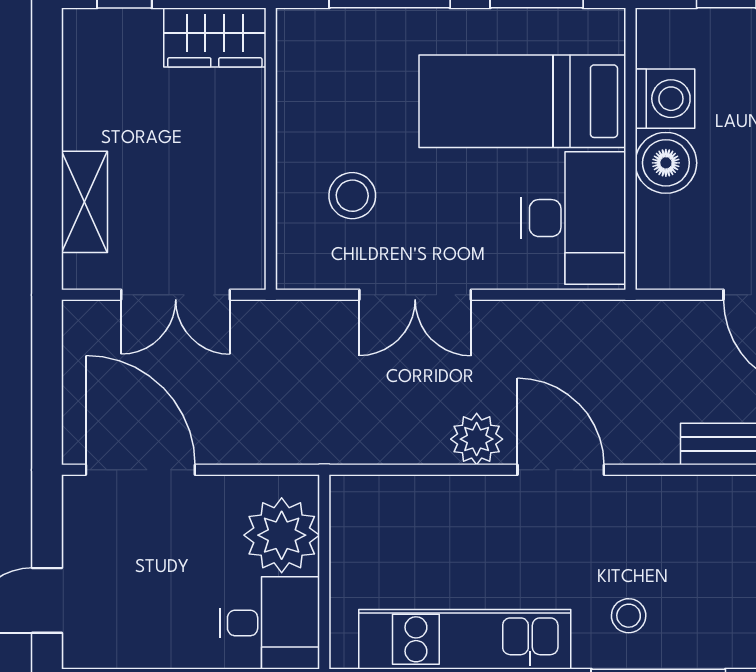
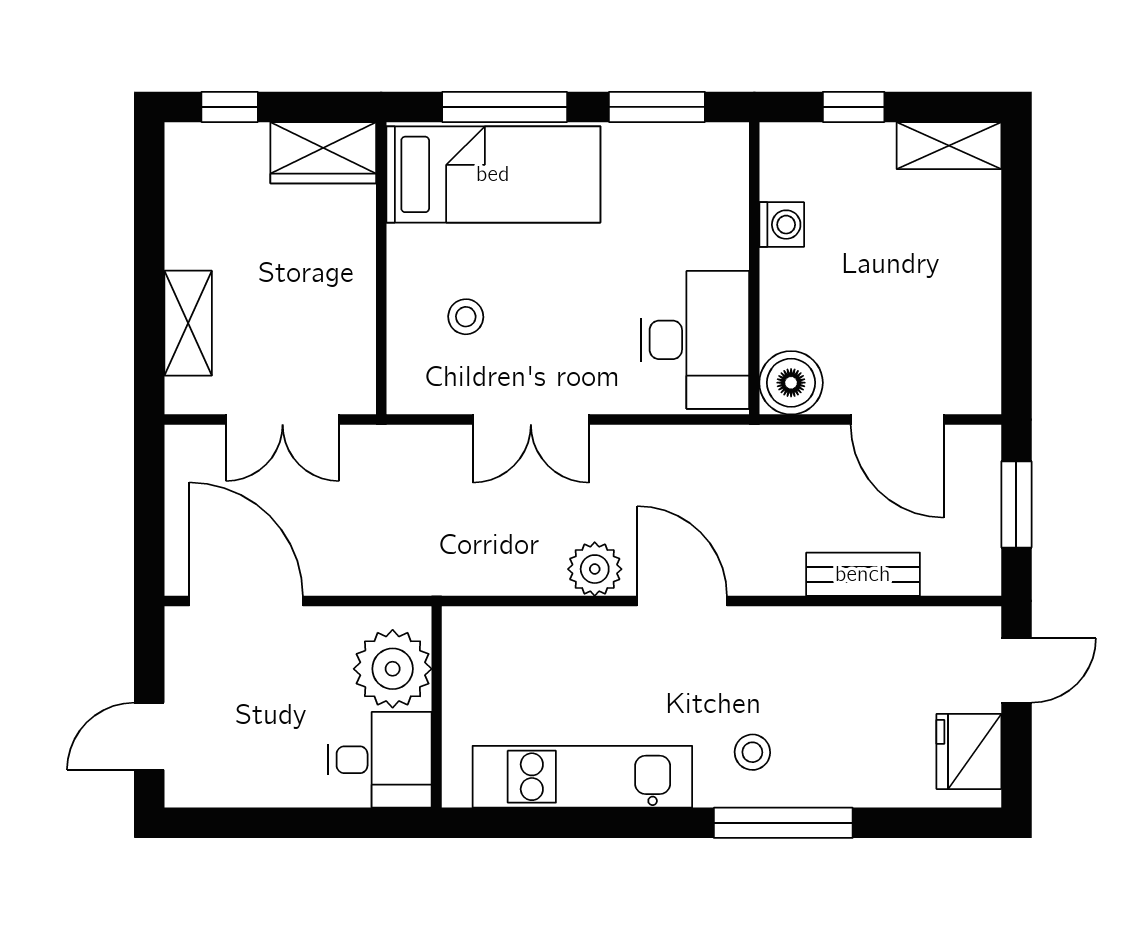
washing machine: (665, 99) -> (782, 225), width x0.73, depth x0.73
bed: (522, 101) -> (493, 174), moved, turned 180
boiler: (666, 163) -> (791, 383), moved
stool: (352, 196) -> (466, 317), width x0.73, depth x0.73

